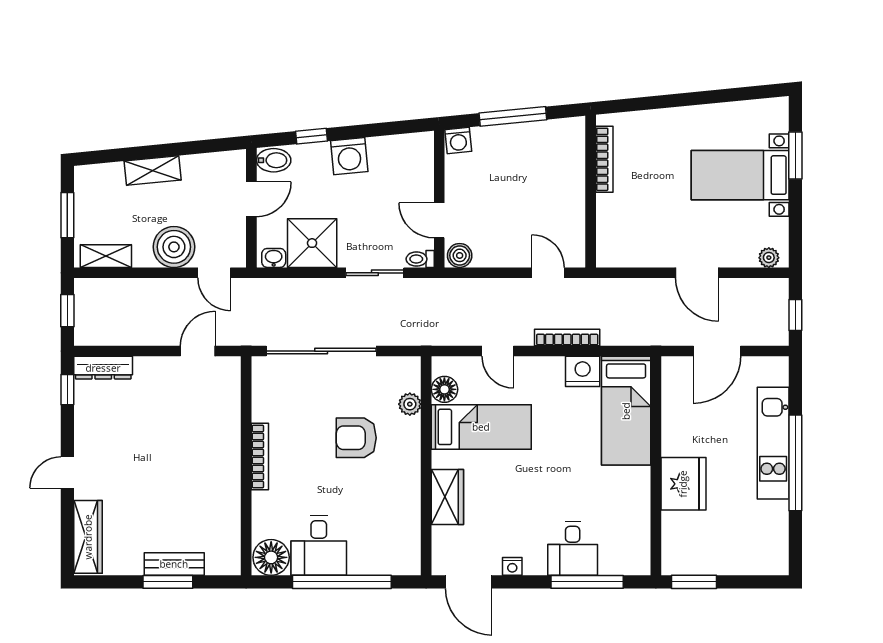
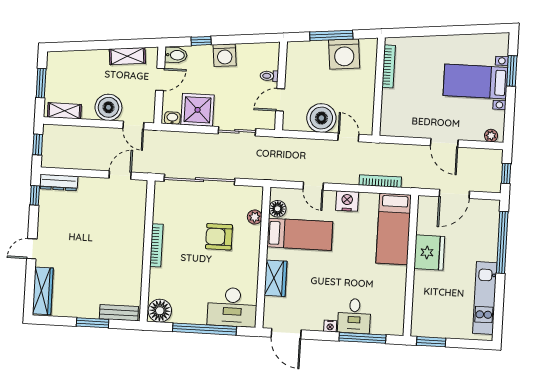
washing machine: (458, 140) -> (344, 54), moved, width x1.89, depth x1.89
shelving: (153, 171) -> (127, 56), moved
door: (439, 220) -> (280, 100), hinge flipped
boiler: (460, 255) -> (321, 118), moved, width x1.86, depth x1.86
toilet: (420, 259) -> (269, 76), moved
bookcase: (567, 338) -> (380, 181), moved
nightstand: (583, 371) -> (347, 201), moved
kitchen unit: (773, 443) -> (485, 298), moved
window: (795, 463) -> (502, 242), moved
fridge: (683, 484) -> (429, 253), moved
desk: (319, 546) -> (232, 307), moved, width x1.37
bench: (174, 564) -> (119, 313), moved
nightstand: (512, 566) -> (330, 326), moved

